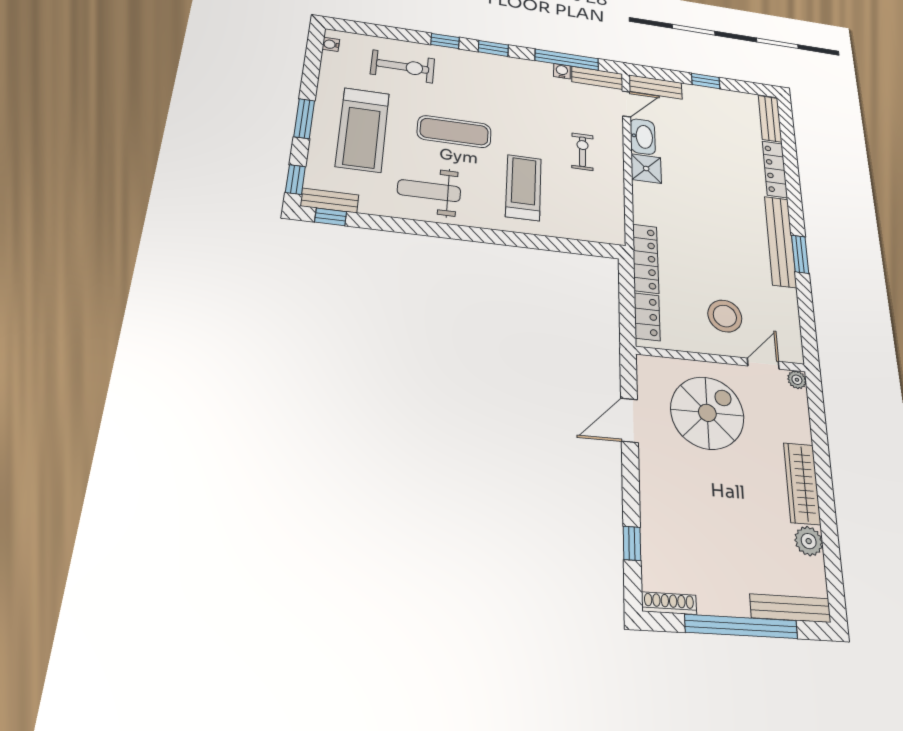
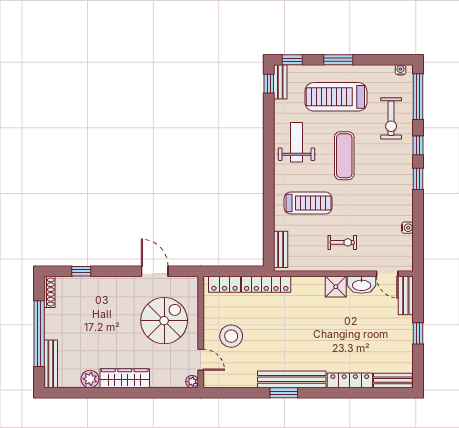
window: (567, 60) -> (418, 97), moved
bench: (597, 78) -> (281, 249), moved
spiral stairs: (707, 413) -> (164, 321), turned -90

